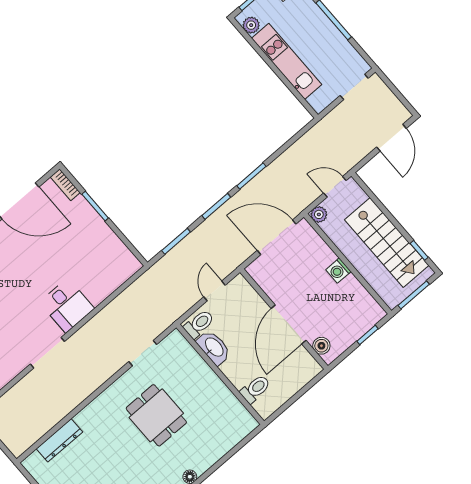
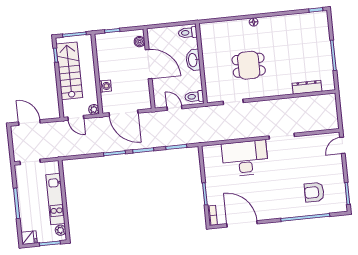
door: (391, 138) -> (29, 123), hinge flipped
washing machine: (338, 271) -> (105, 86), moved
door: (215, 291) -> (174, 108), swing flipped
desk: (67, 305) -> (245, 158), width x1.87, depth x1.30
door: (289, 324) -> (149, 64), hinge flipped
washbasin: (214, 347) -> (193, 60), moved
toilet: (255, 389) -> (188, 33), moved
dining table: (156, 415) -> (249, 65), turned 90

